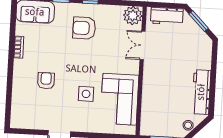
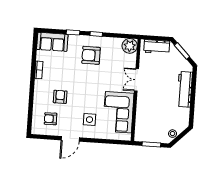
double door: (143, 45) -> (136, 80), moved
workbench: (201, 92) -> (185, 89), moved
side table: (86, 94) -> (90, 120), moved
armchair: (34, 108) -> (51, 119), added

